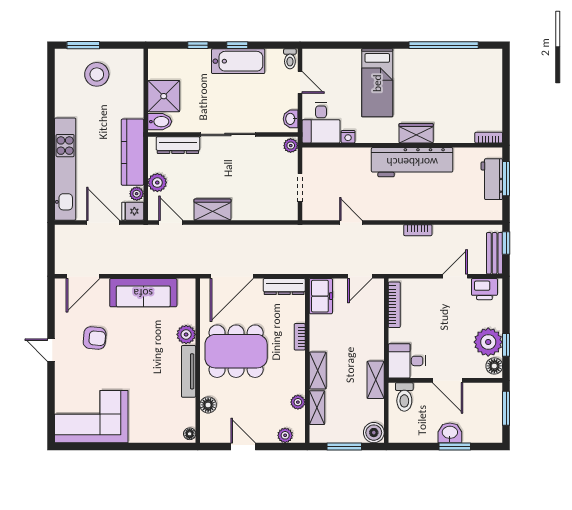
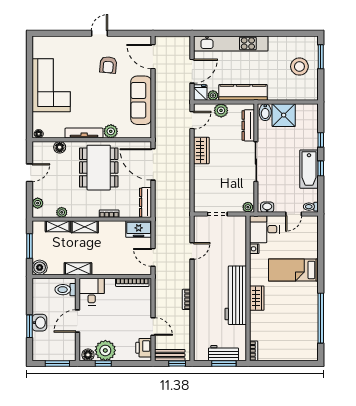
corner sofa: (91, 417) -> (51, 85), moved

